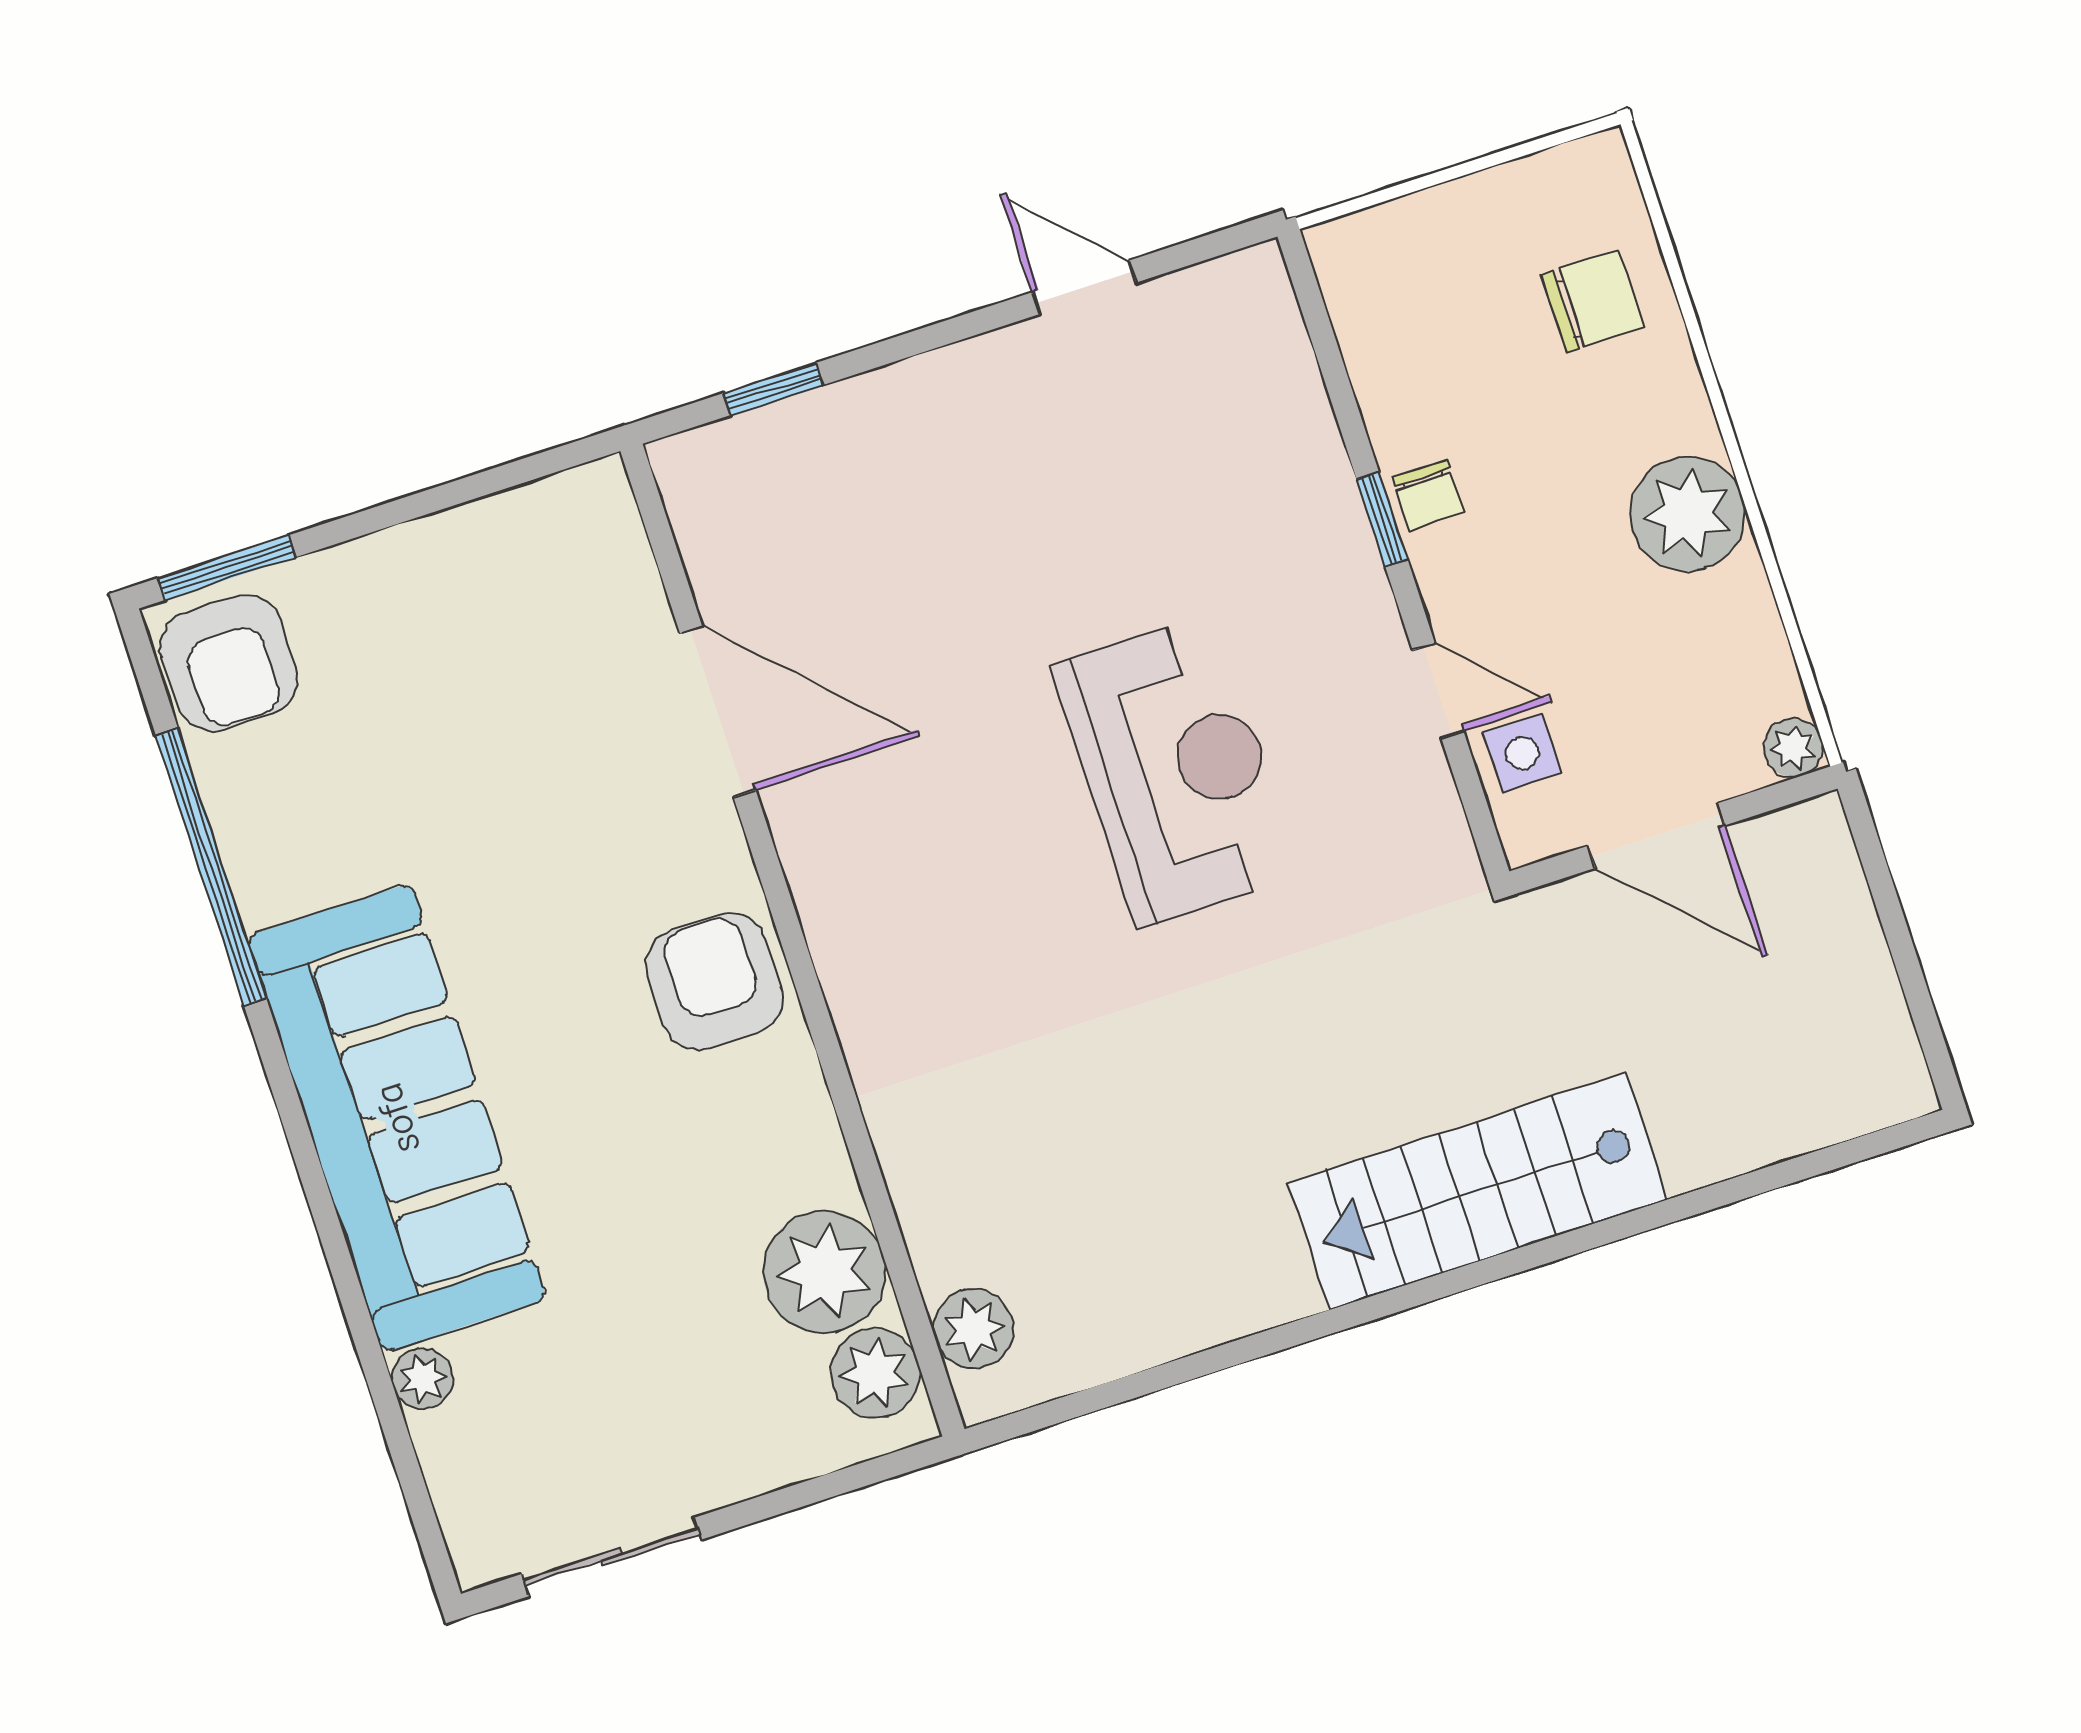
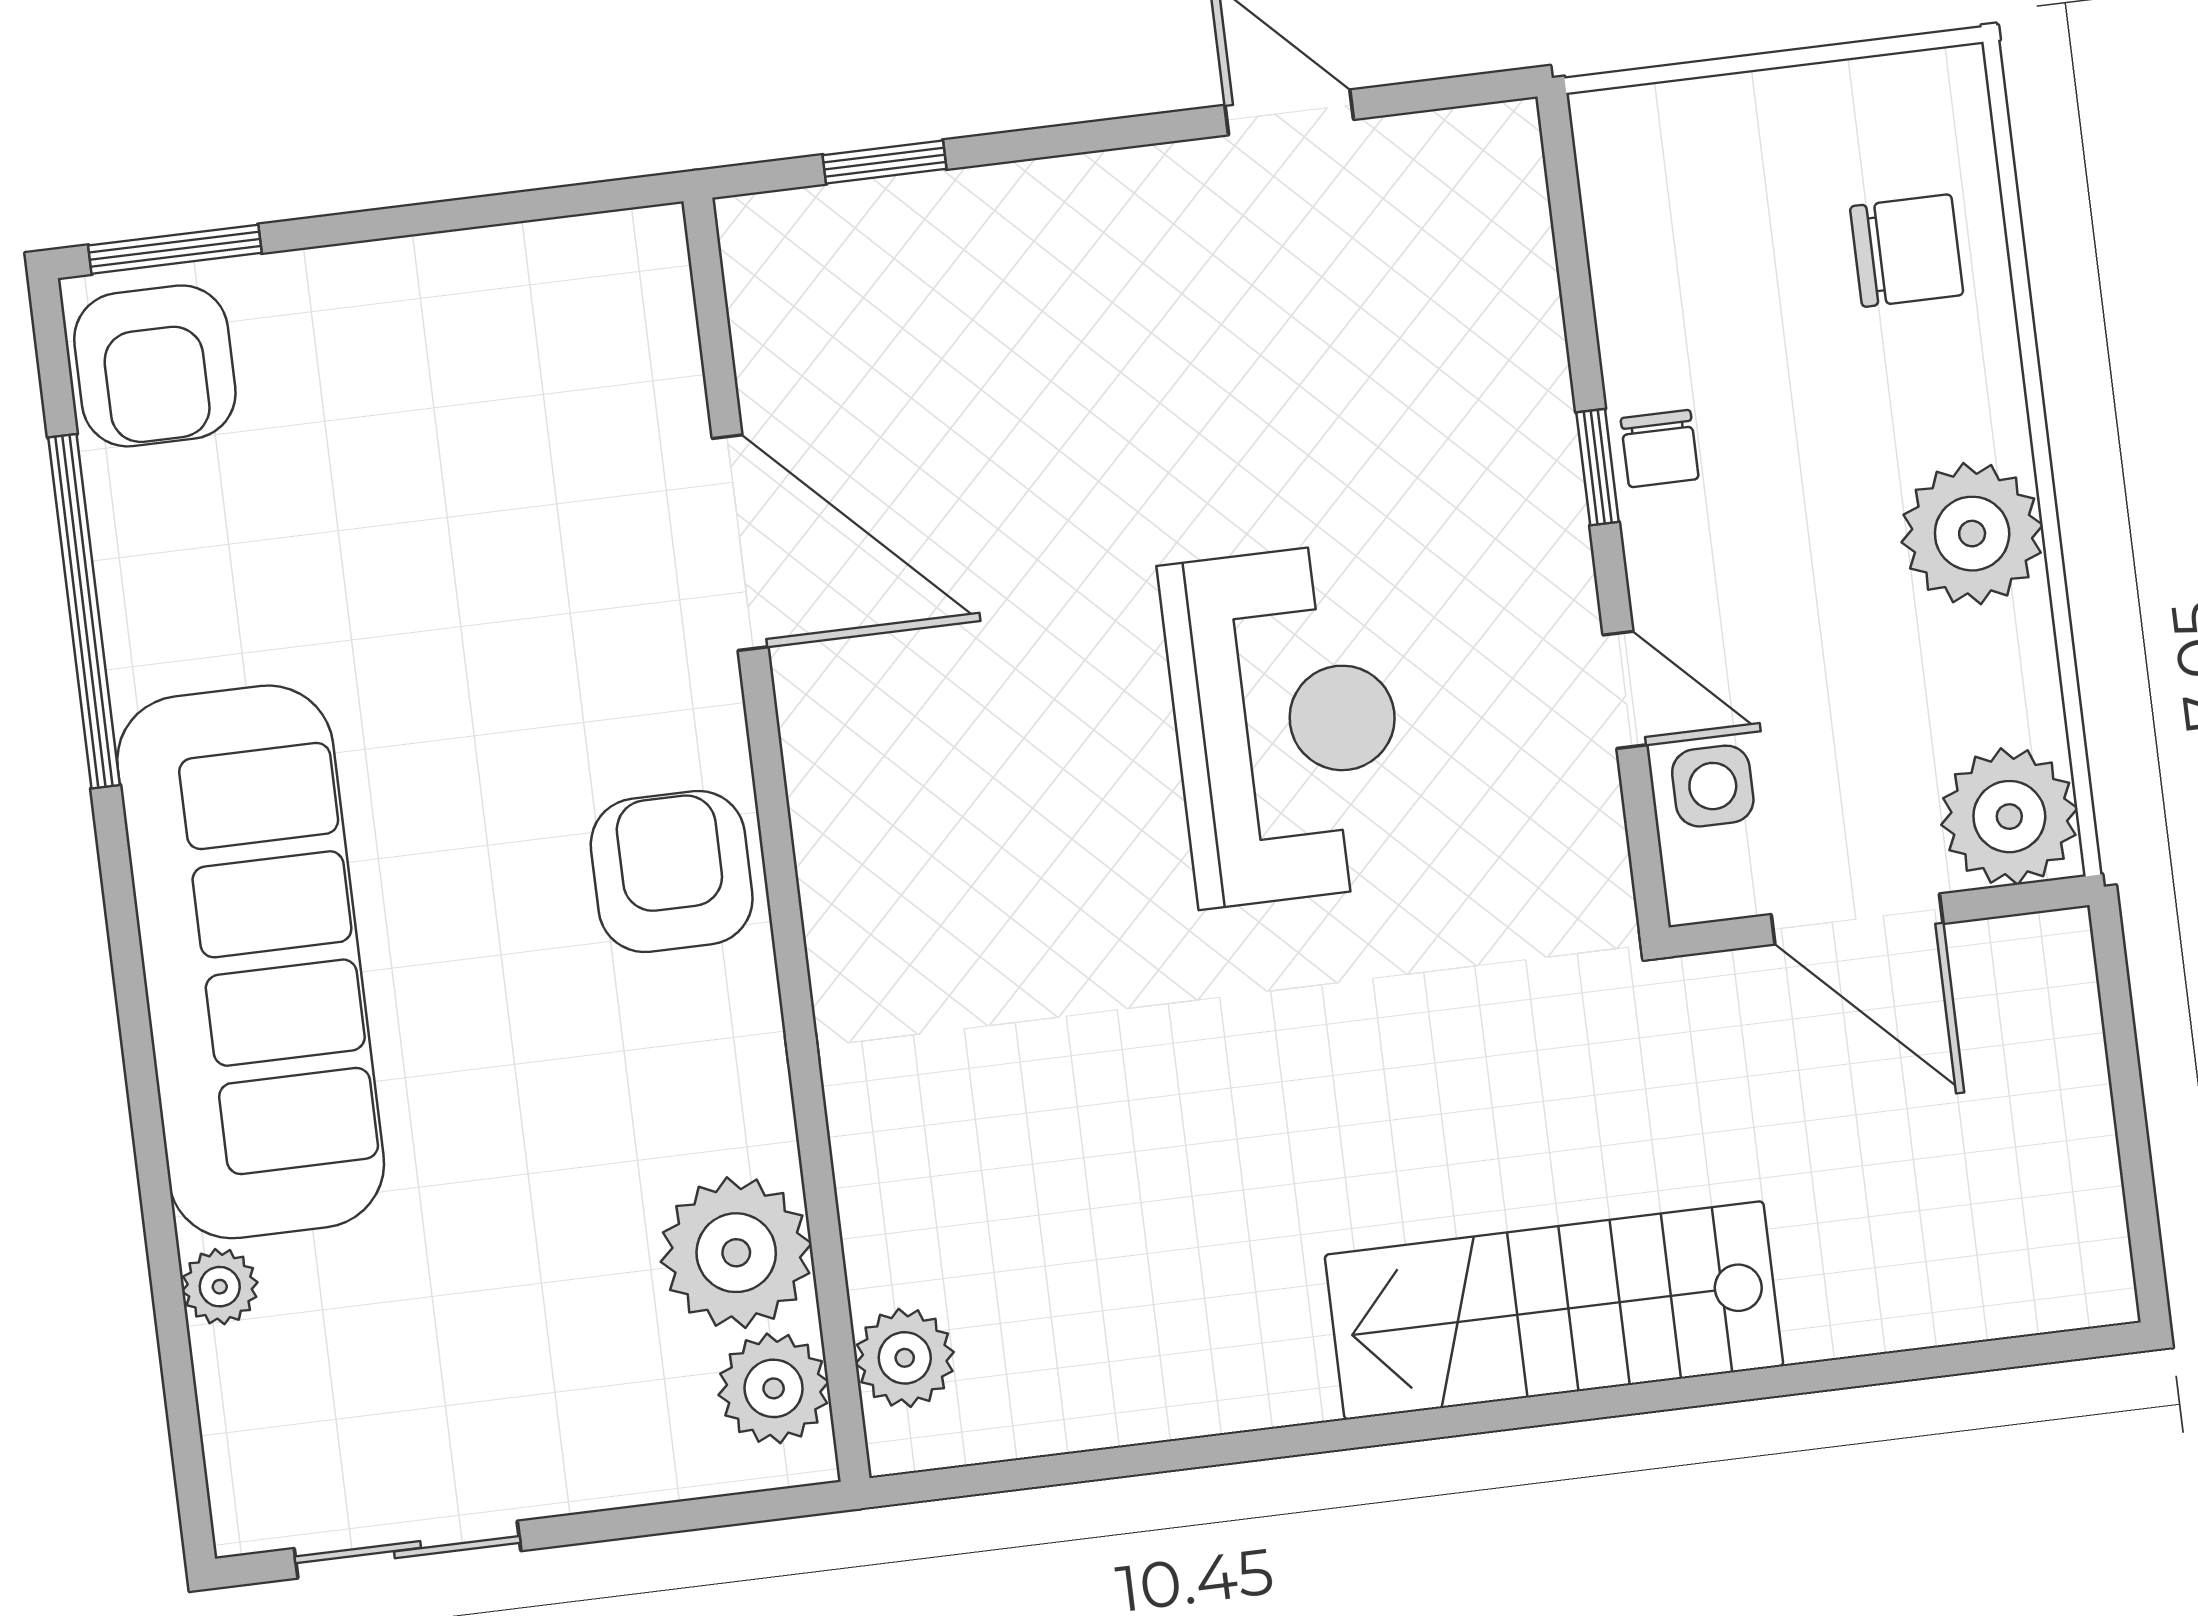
plant: (1793, 748) -> (2009, 817), width x1.87, depth x1.87

